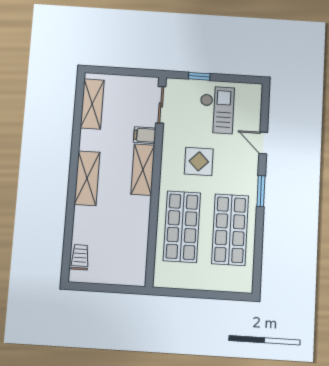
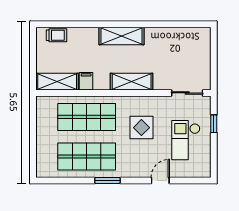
shelving: (92, 104) -> (57, 82), moved
checkout: (217, 110) -> (186, 140), turned 90
filing cabinet: (145, 135) -> (86, 81), moved
window: (261, 191) -> (108, 180), moved

